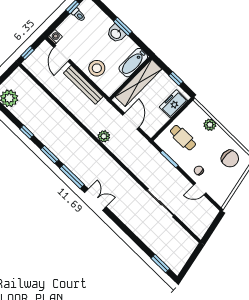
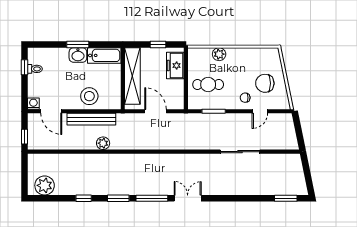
bathtub: (133, 63) -> (104, 55), moved, turned -90
plant: (104, 136) -> (103, 143), moved
chair: (230, 159) -> (265, 83), moved, turned 180

